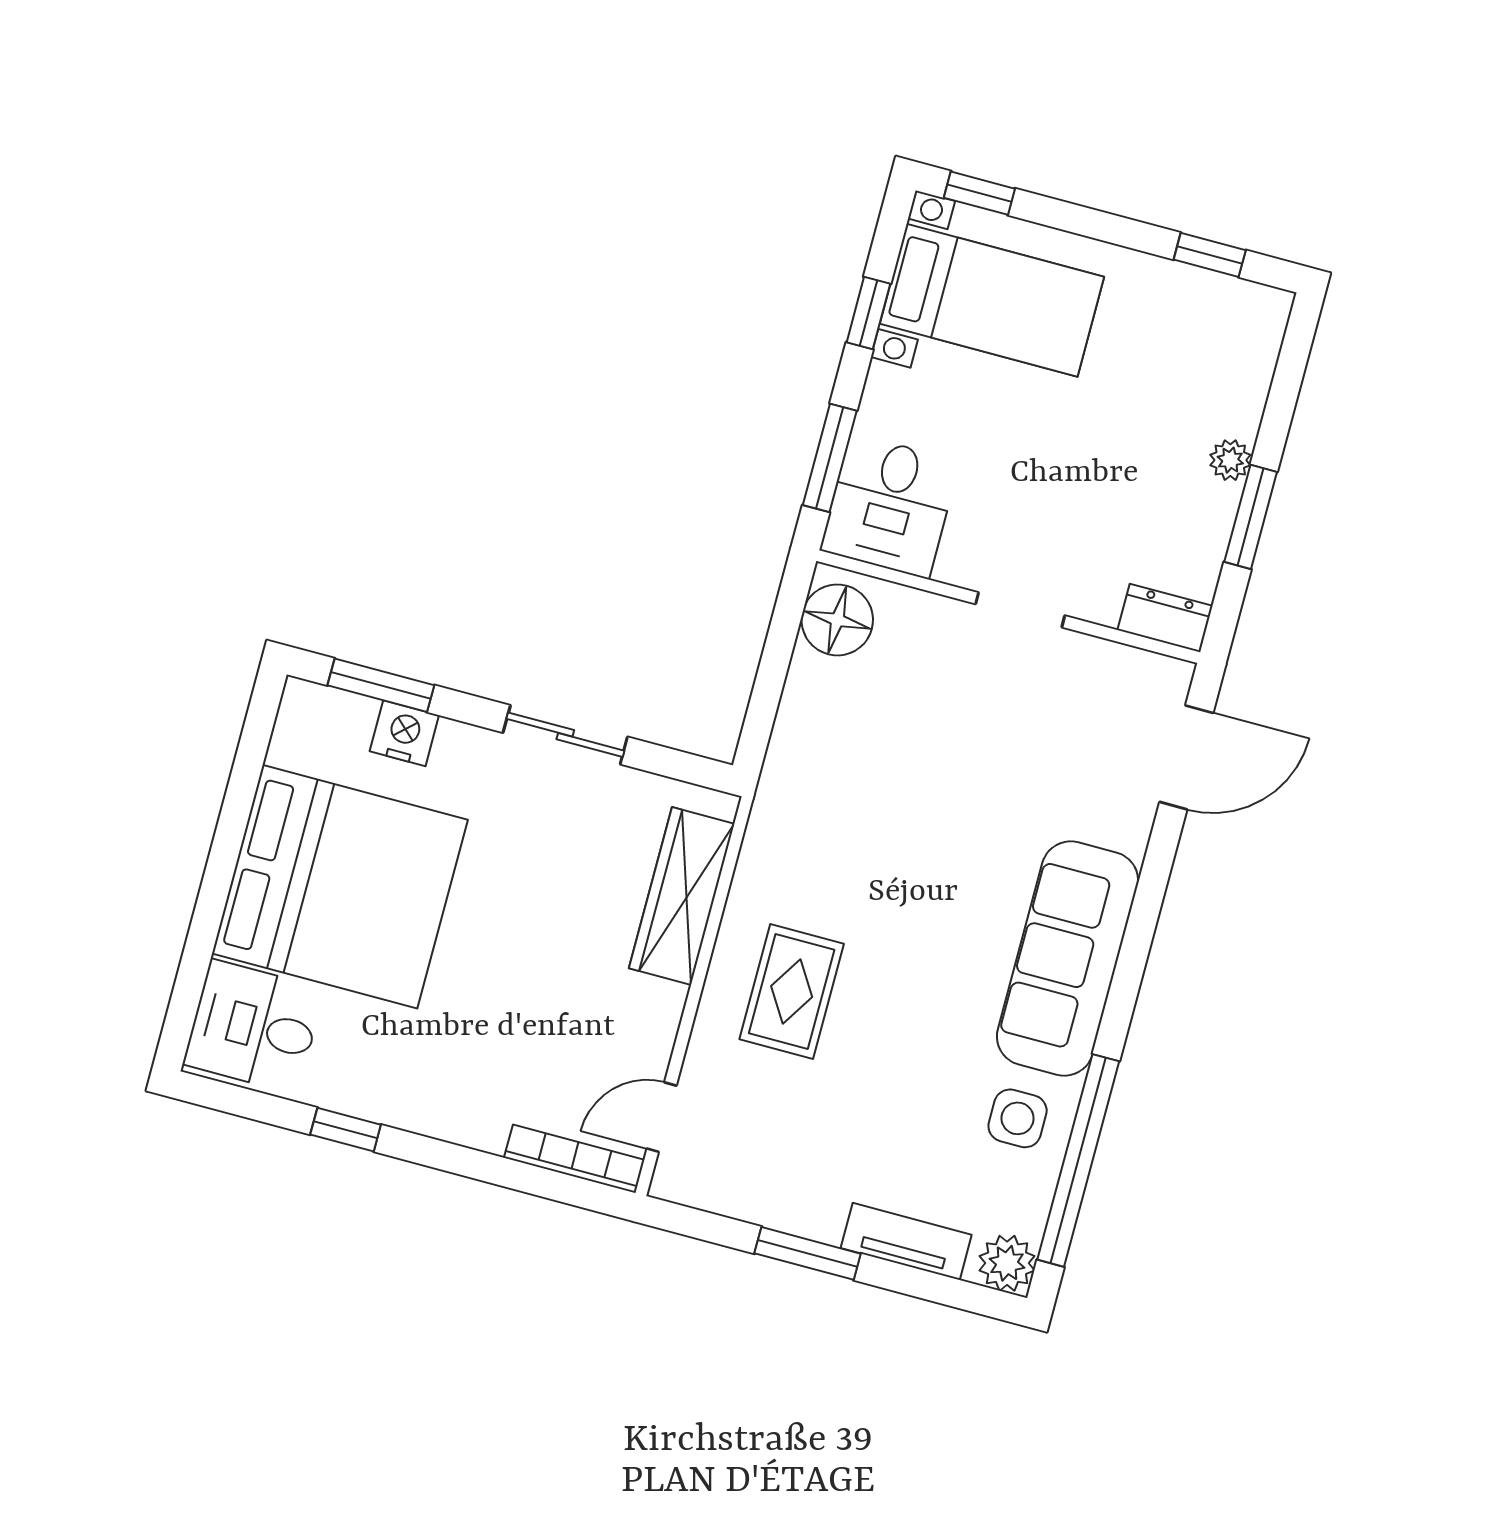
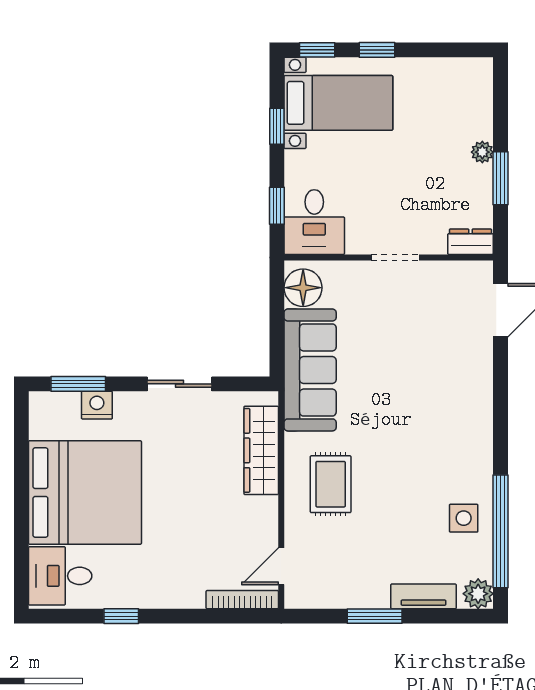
window: (1210, 255) -> (377, 50), moved
window: (830, 458) -> (277, 206), width x0.67
sofa: (1068, 958) -> (310, 370), moved, turned 180

